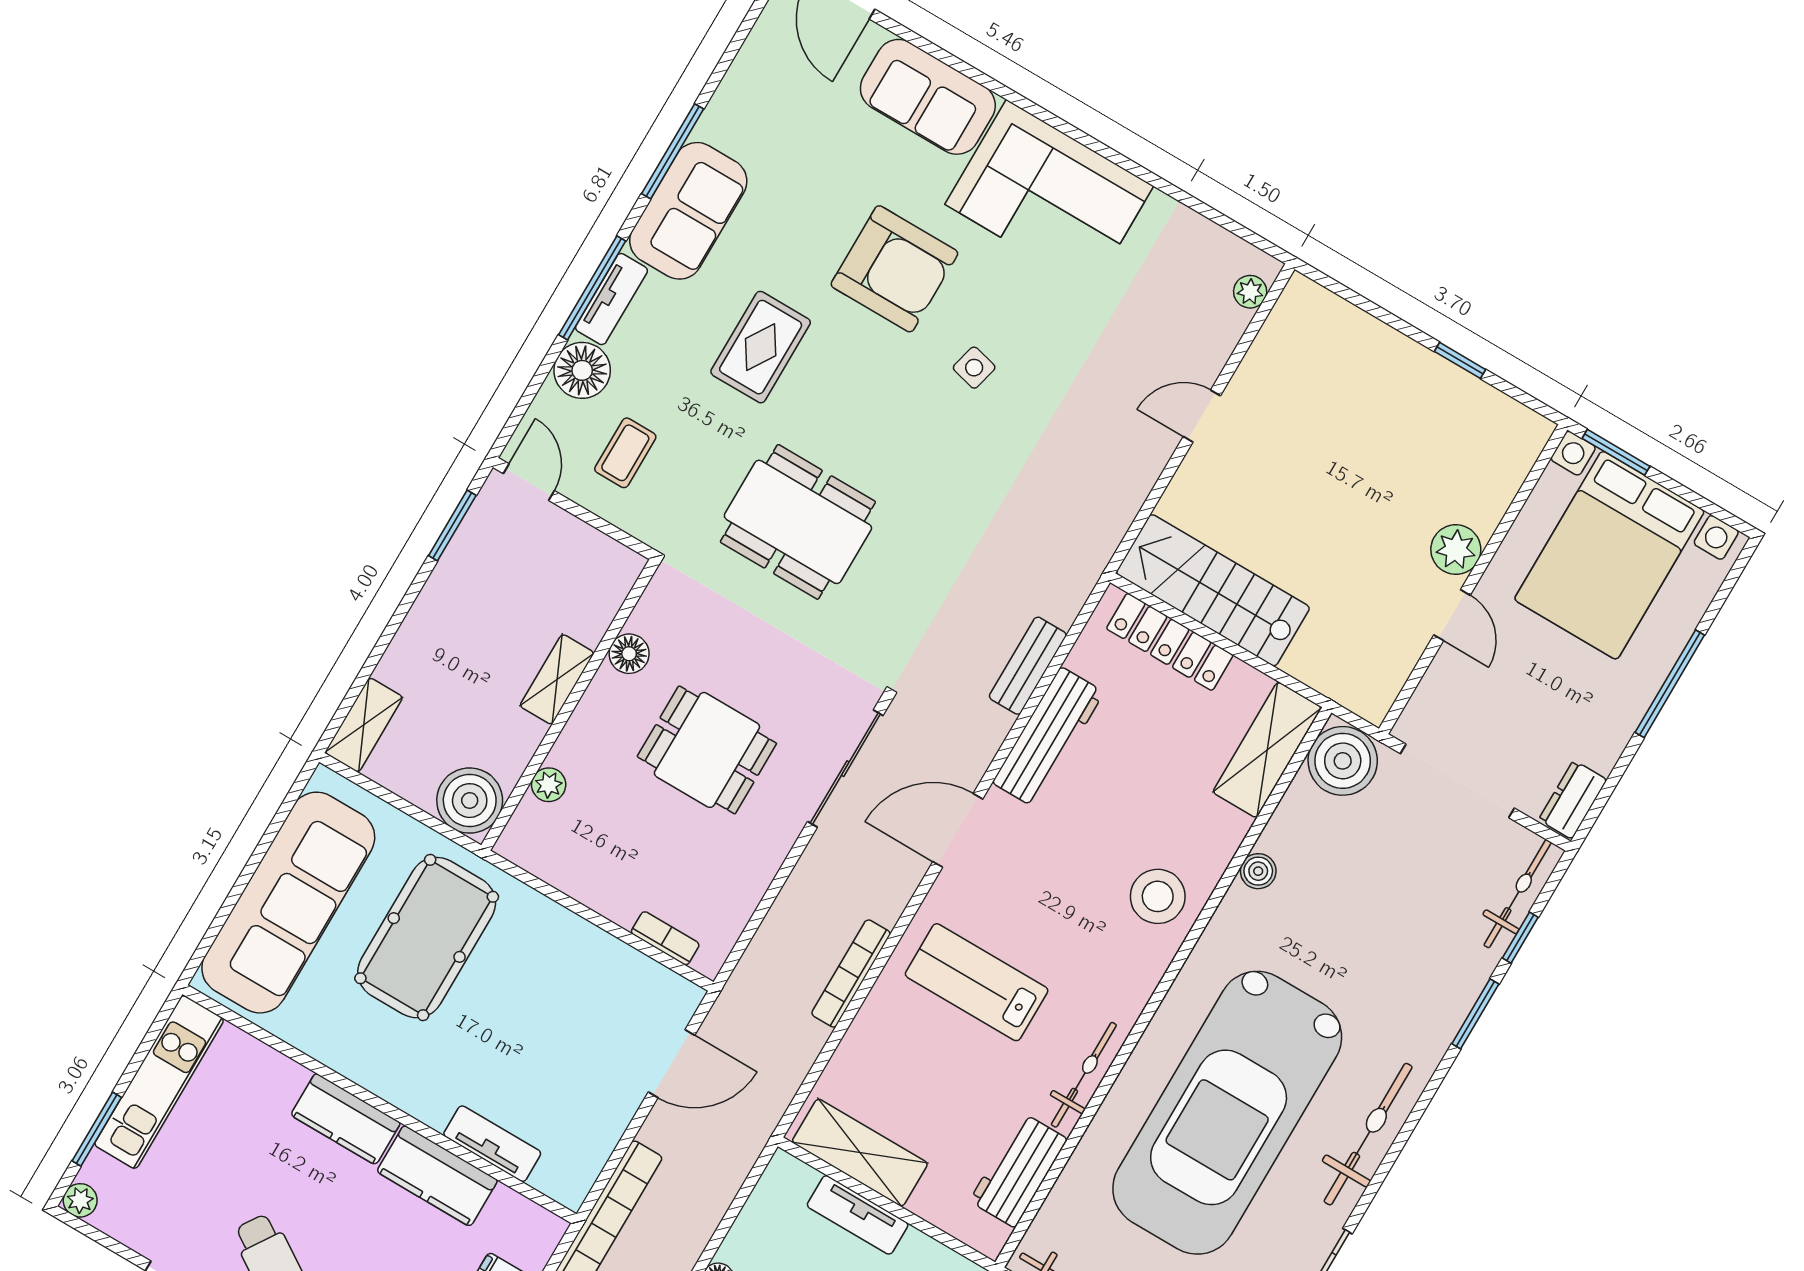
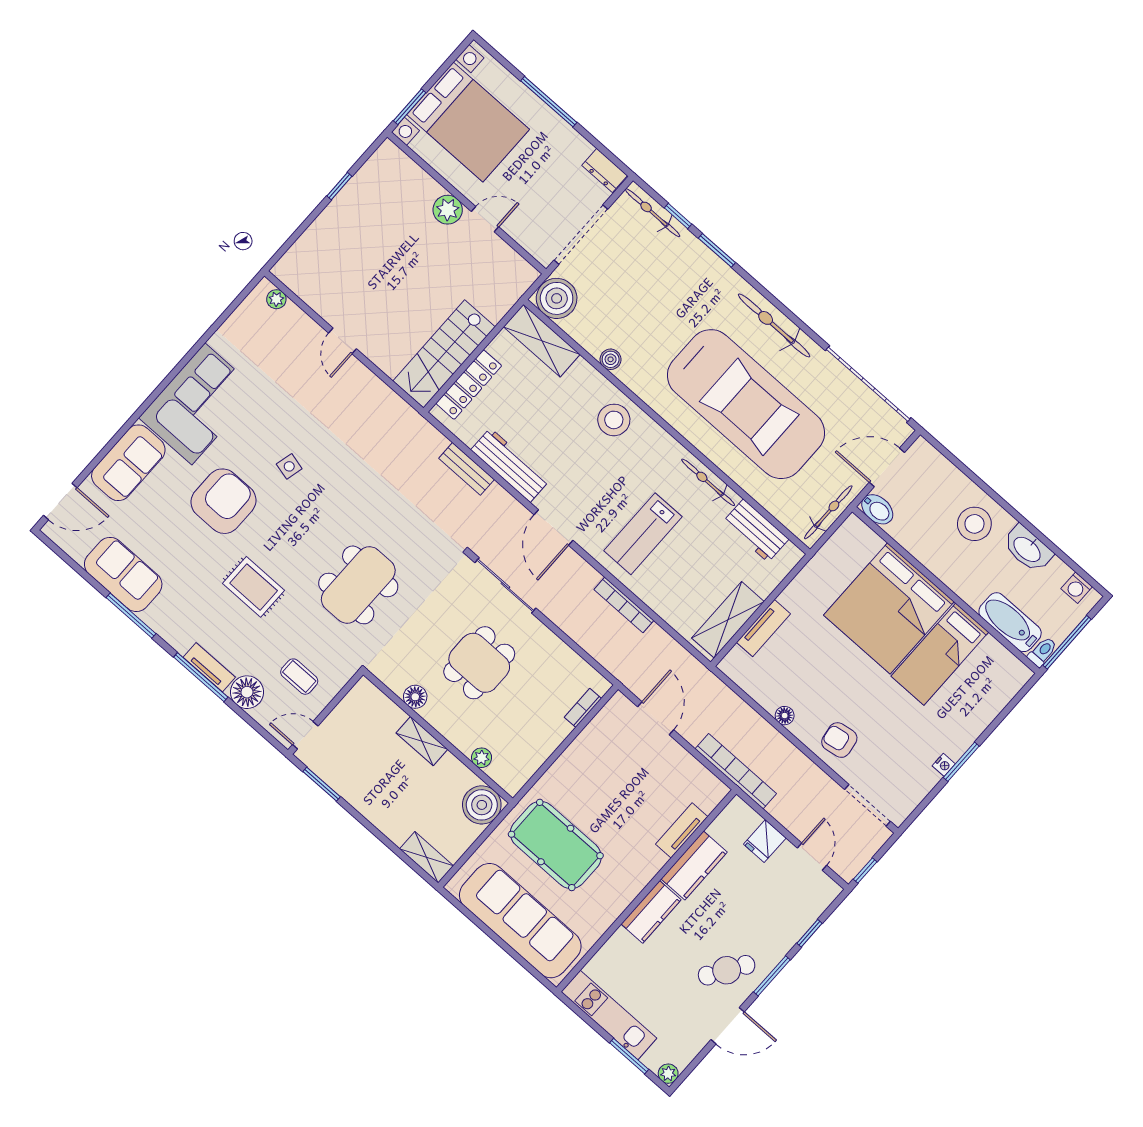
sofa: (688, 211) -> (123, 574), moved

